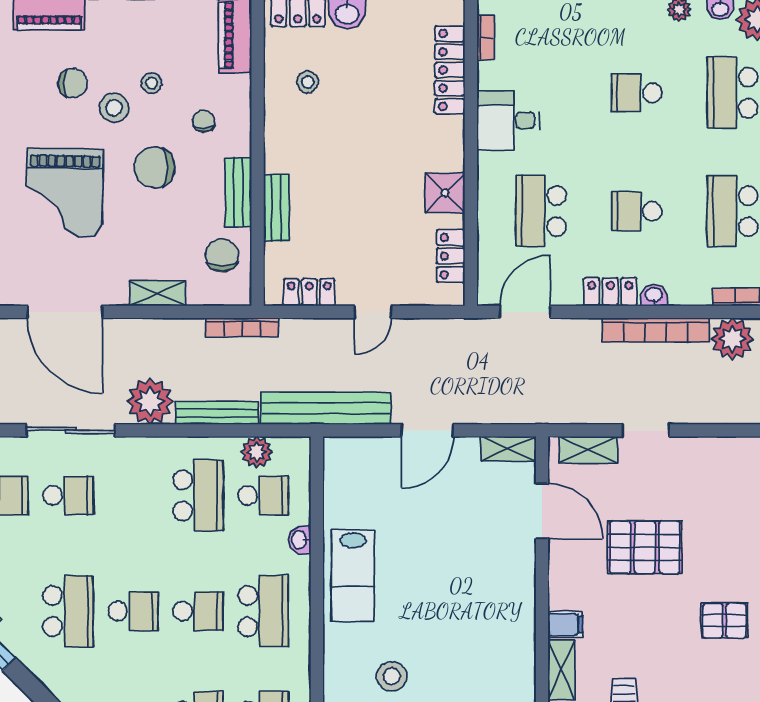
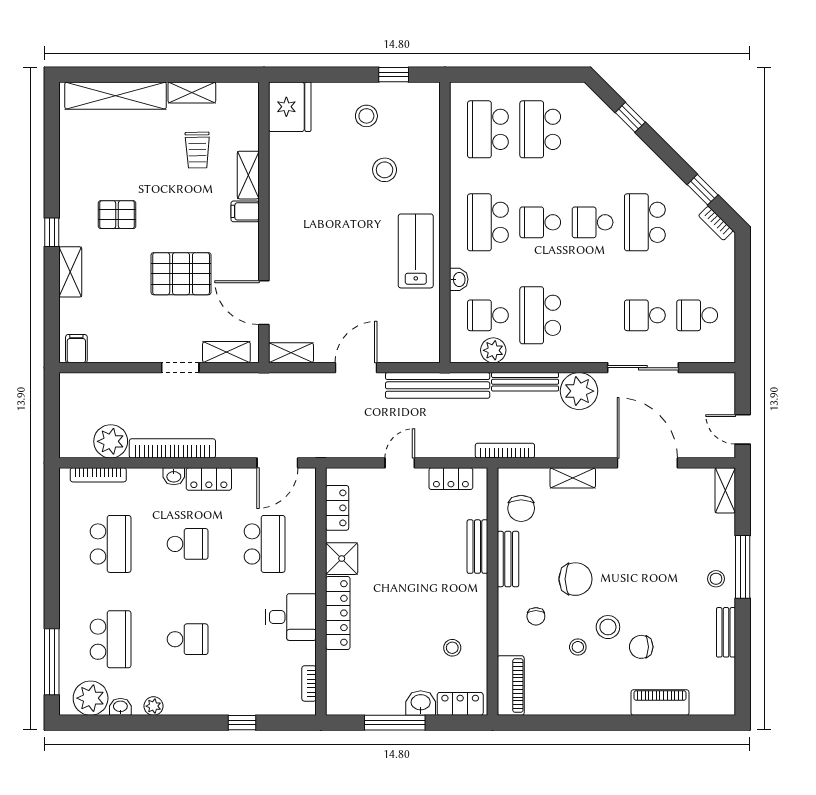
locker: (450, 70) -> (338, 613), moved
grand piano: (64, 193) -> (648, 559), removed

